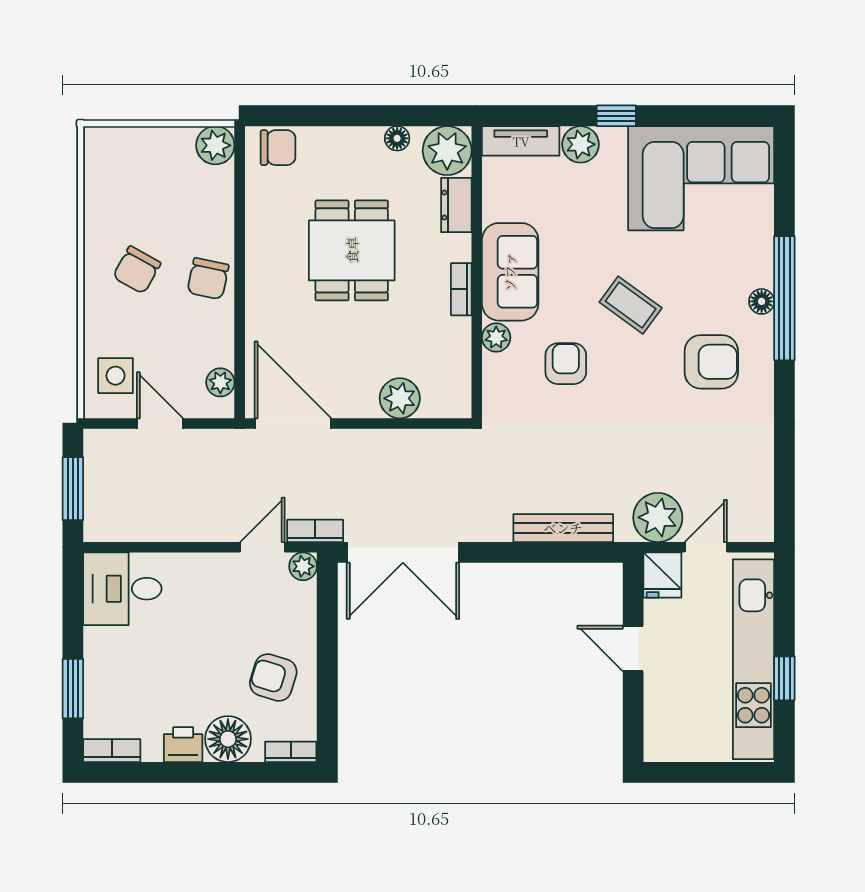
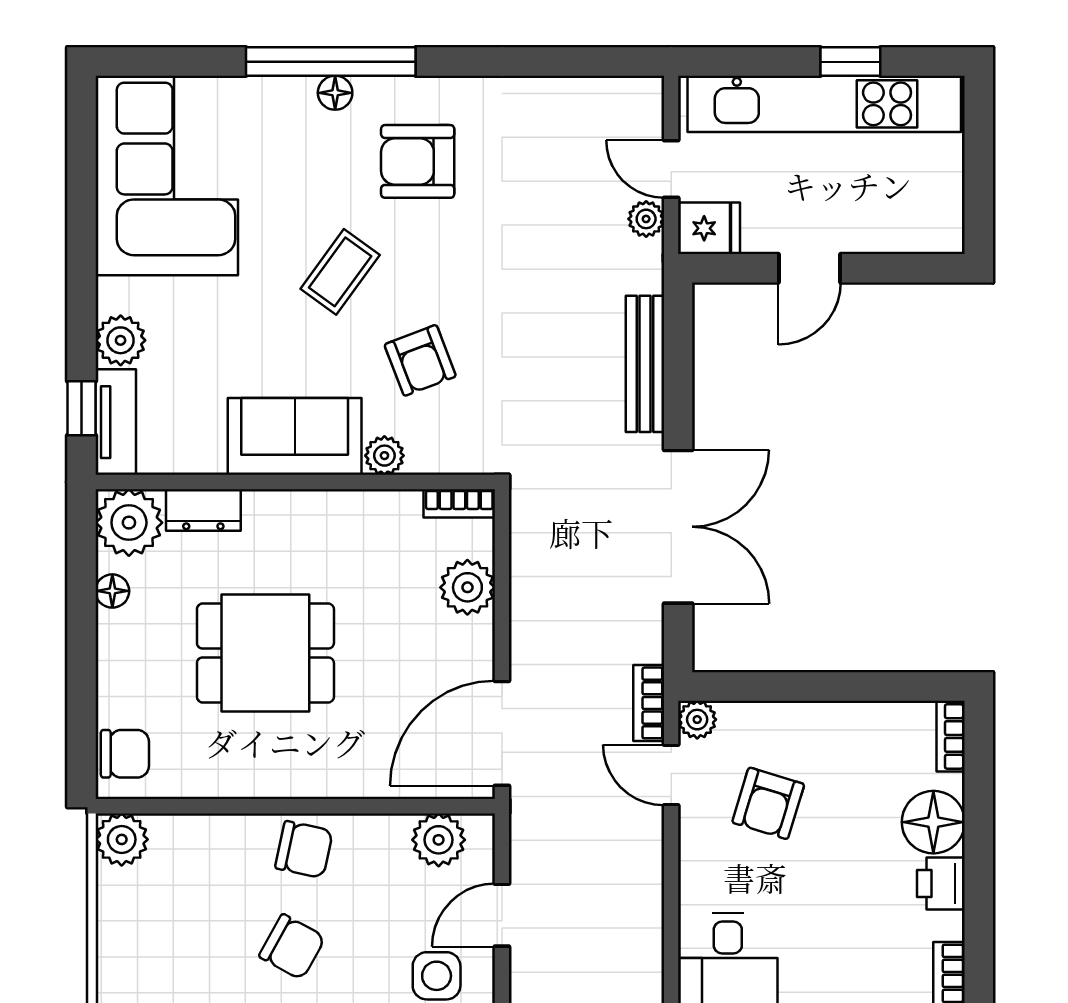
window: (616, 116) -> (81, 408), moved
chair: (278, 148) -> (125, 754), turned 90
bookcase: (461, 289) -> (459, 503), moved
armchair: (711, 362) -> (418, 161), turned -90
armchair: (566, 364) -> (420, 360), turned -111
plant: (220, 382) -> (439, 840), width x1.38, depth x1.38
plant: (658, 517) -> (646, 219), width x0.53, depth x0.53
double door: (403, 552) -> (678, 527), moved
armchair: (273, 678) -> (768, 803), moved

